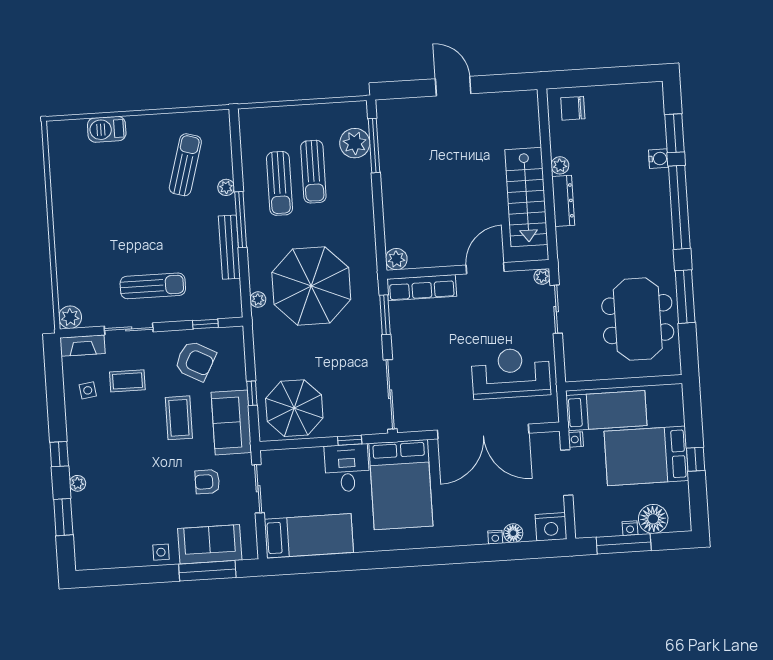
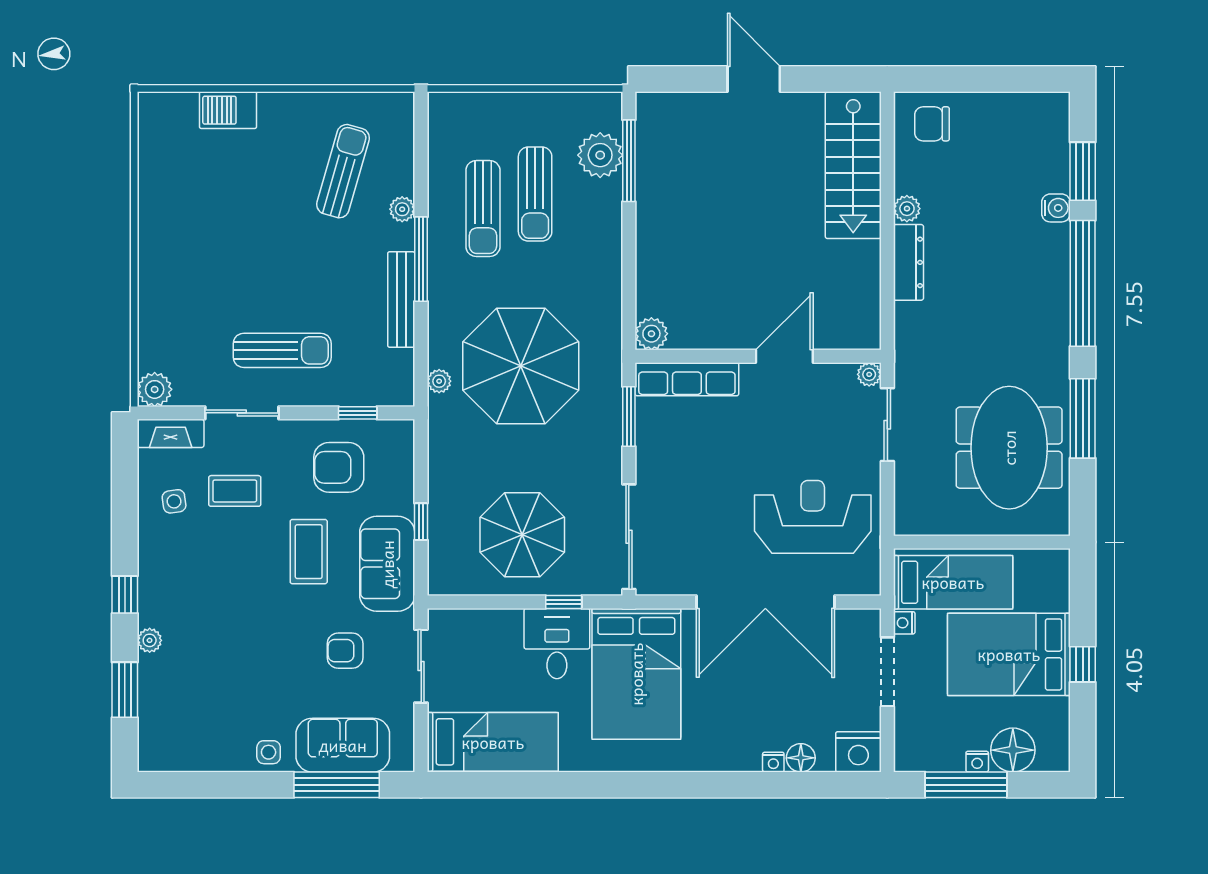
stairs: (526, 197) -> (853, 165), moved
armchair: (195, 361) -> (339, 467), turned 152
parasol: (294, 408) -> (522, 535), moved

